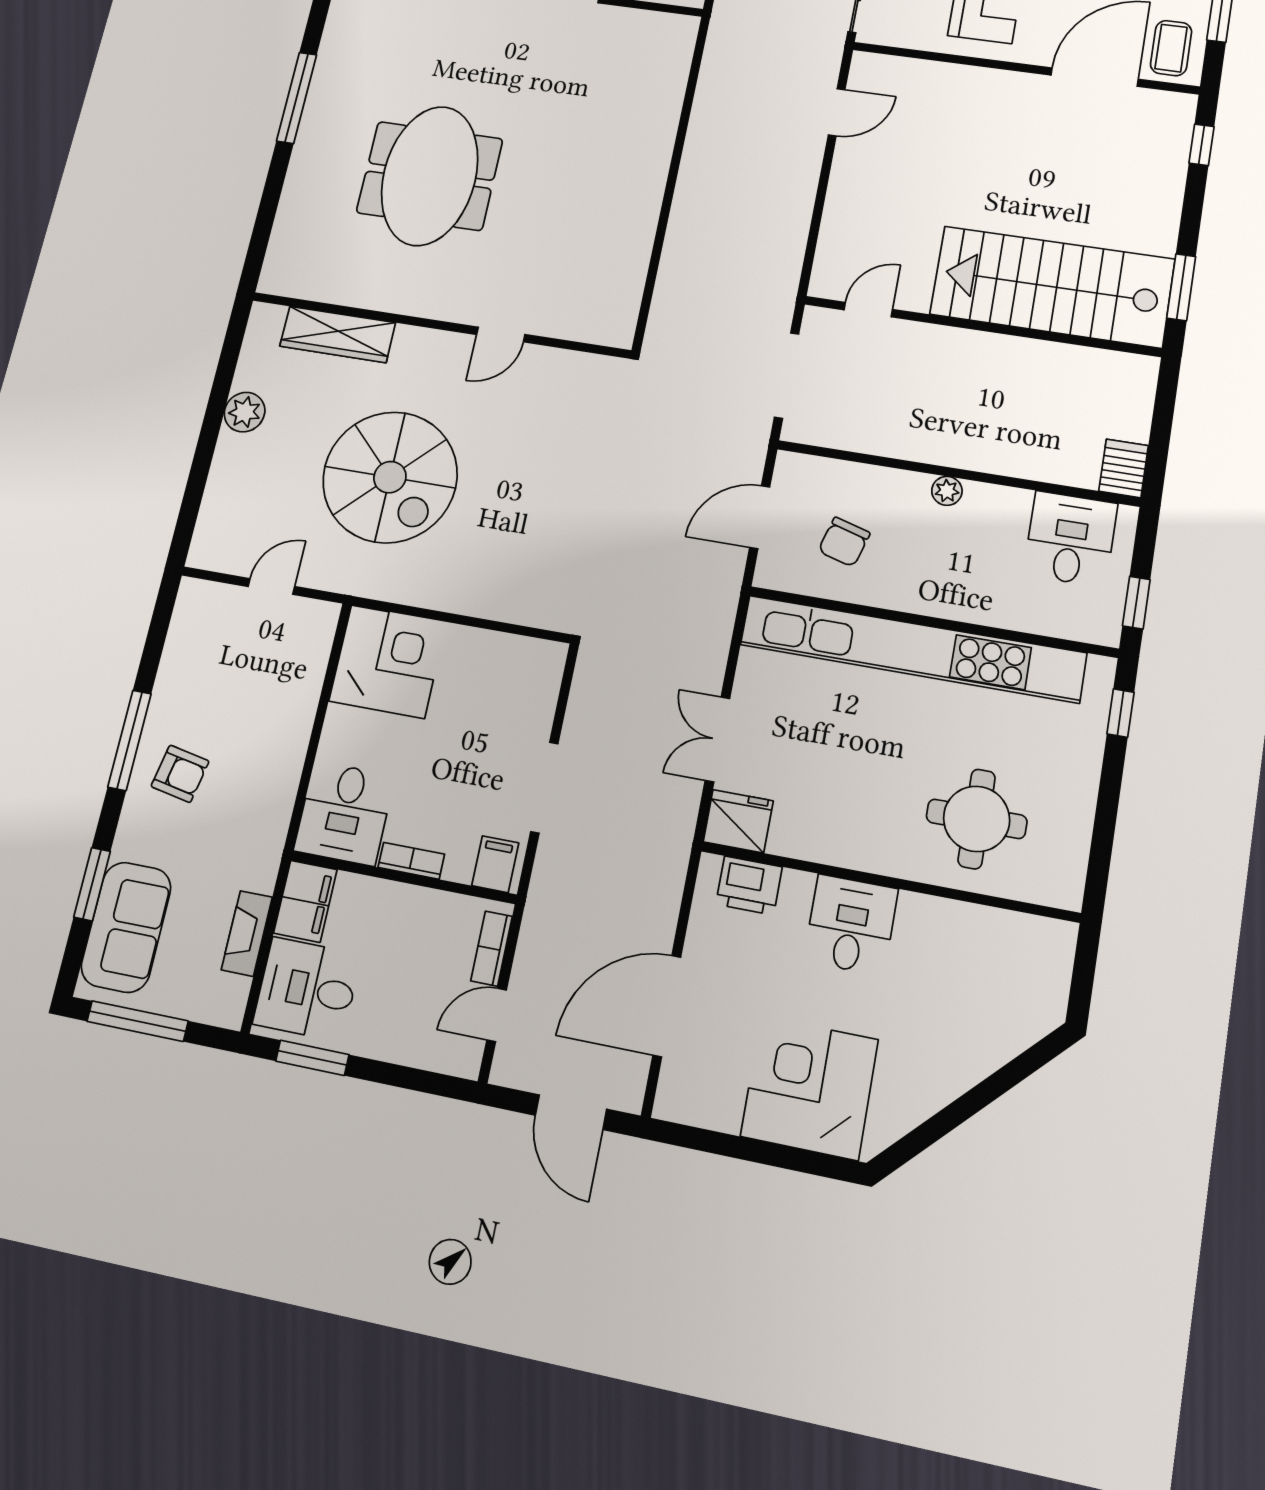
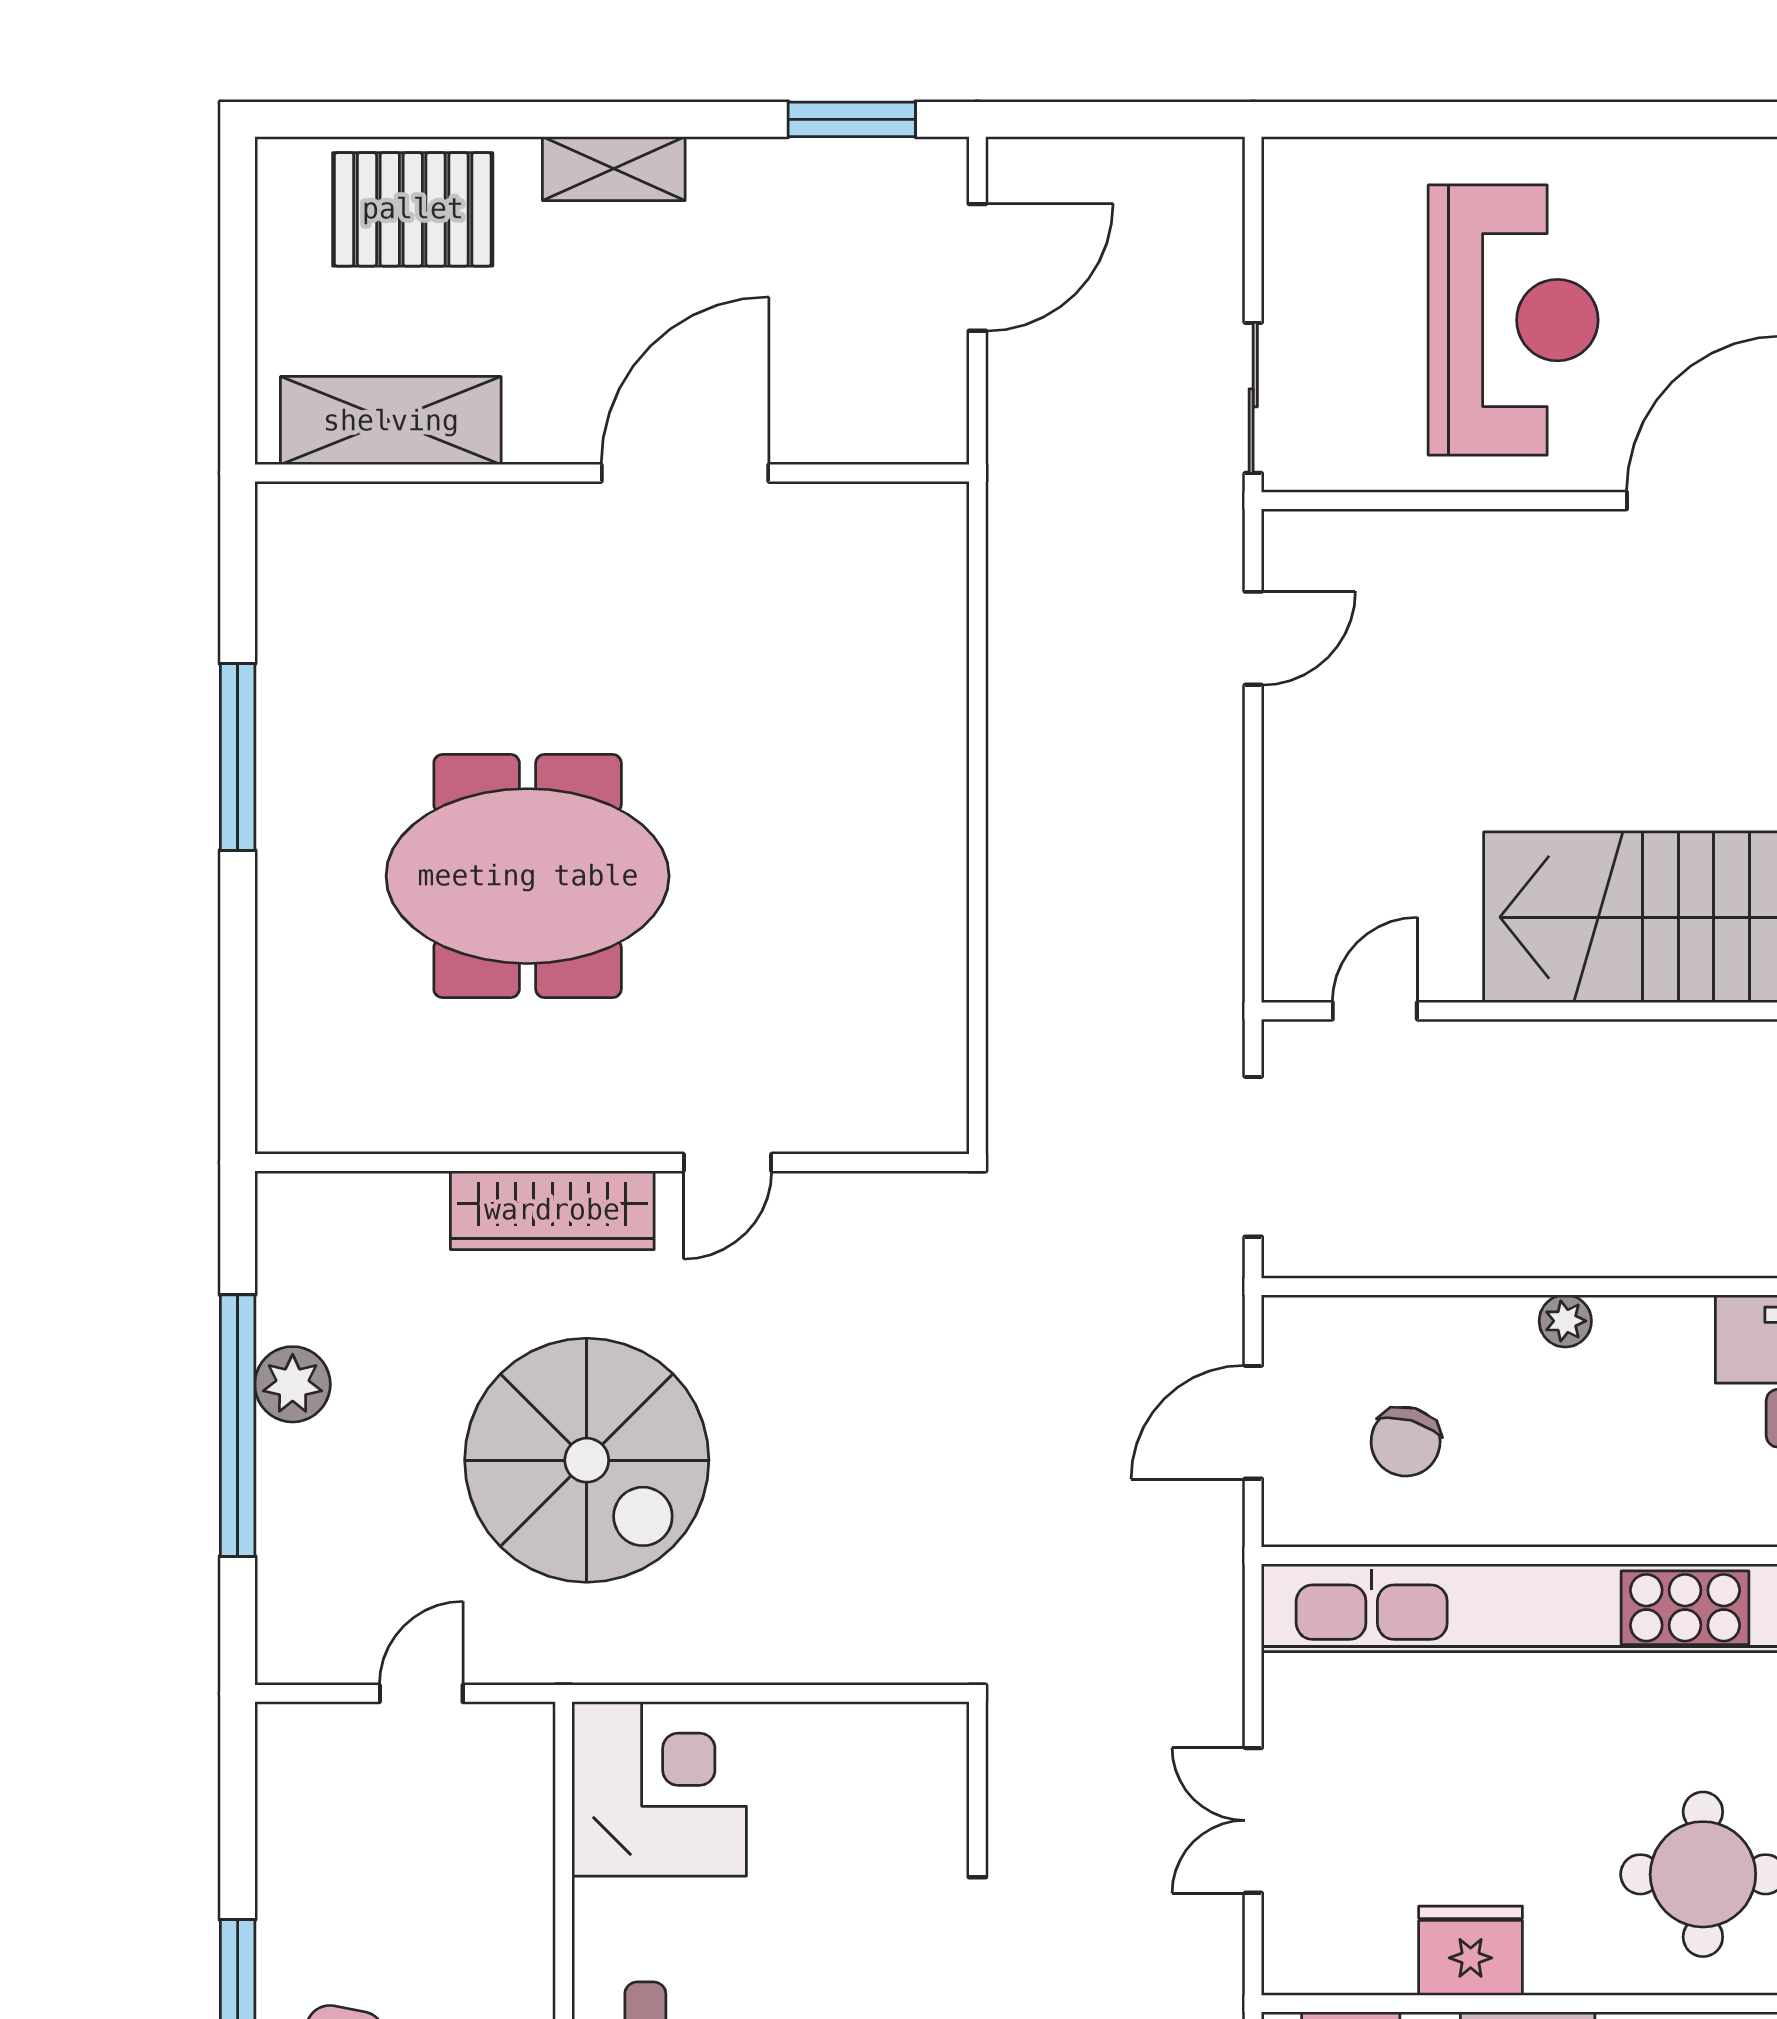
meeting table: (430, 176) -> (528, 876), turned 90
wardrobe: (338, 334) -> (552, 1210), moved
window: (210, 429) -> (238, 1426), added
fridge: (738, 821) -> (1471, 1951), moved

